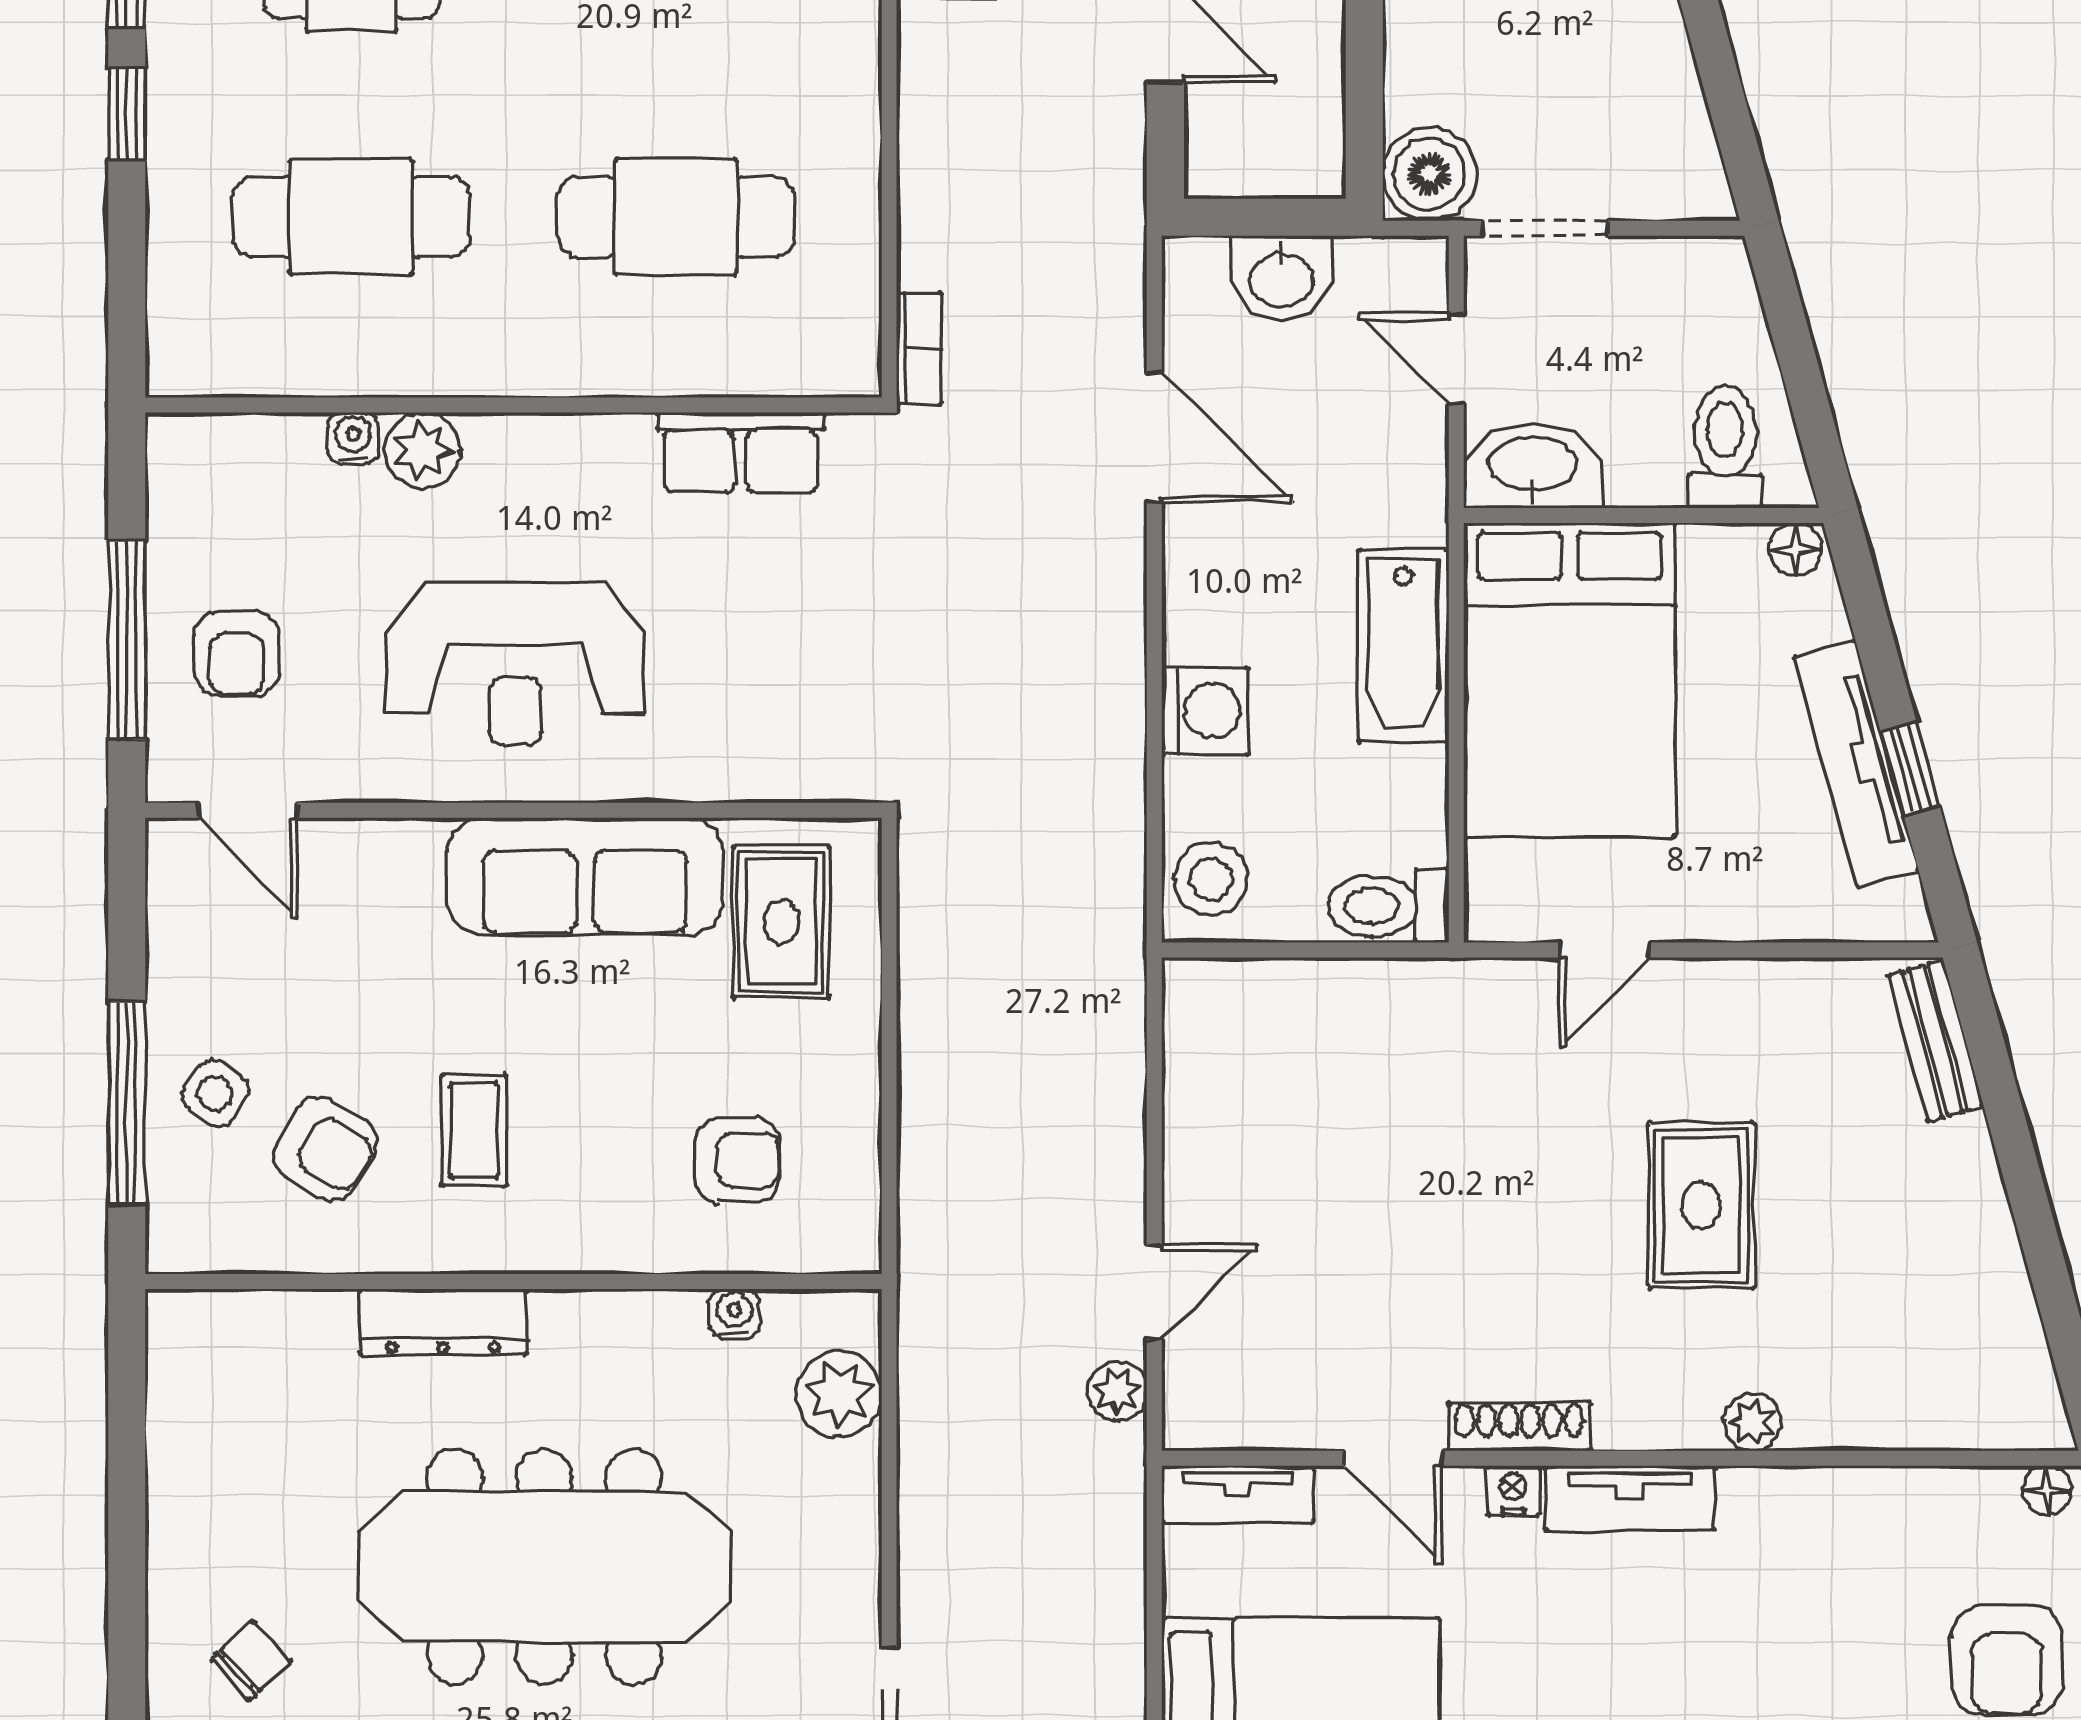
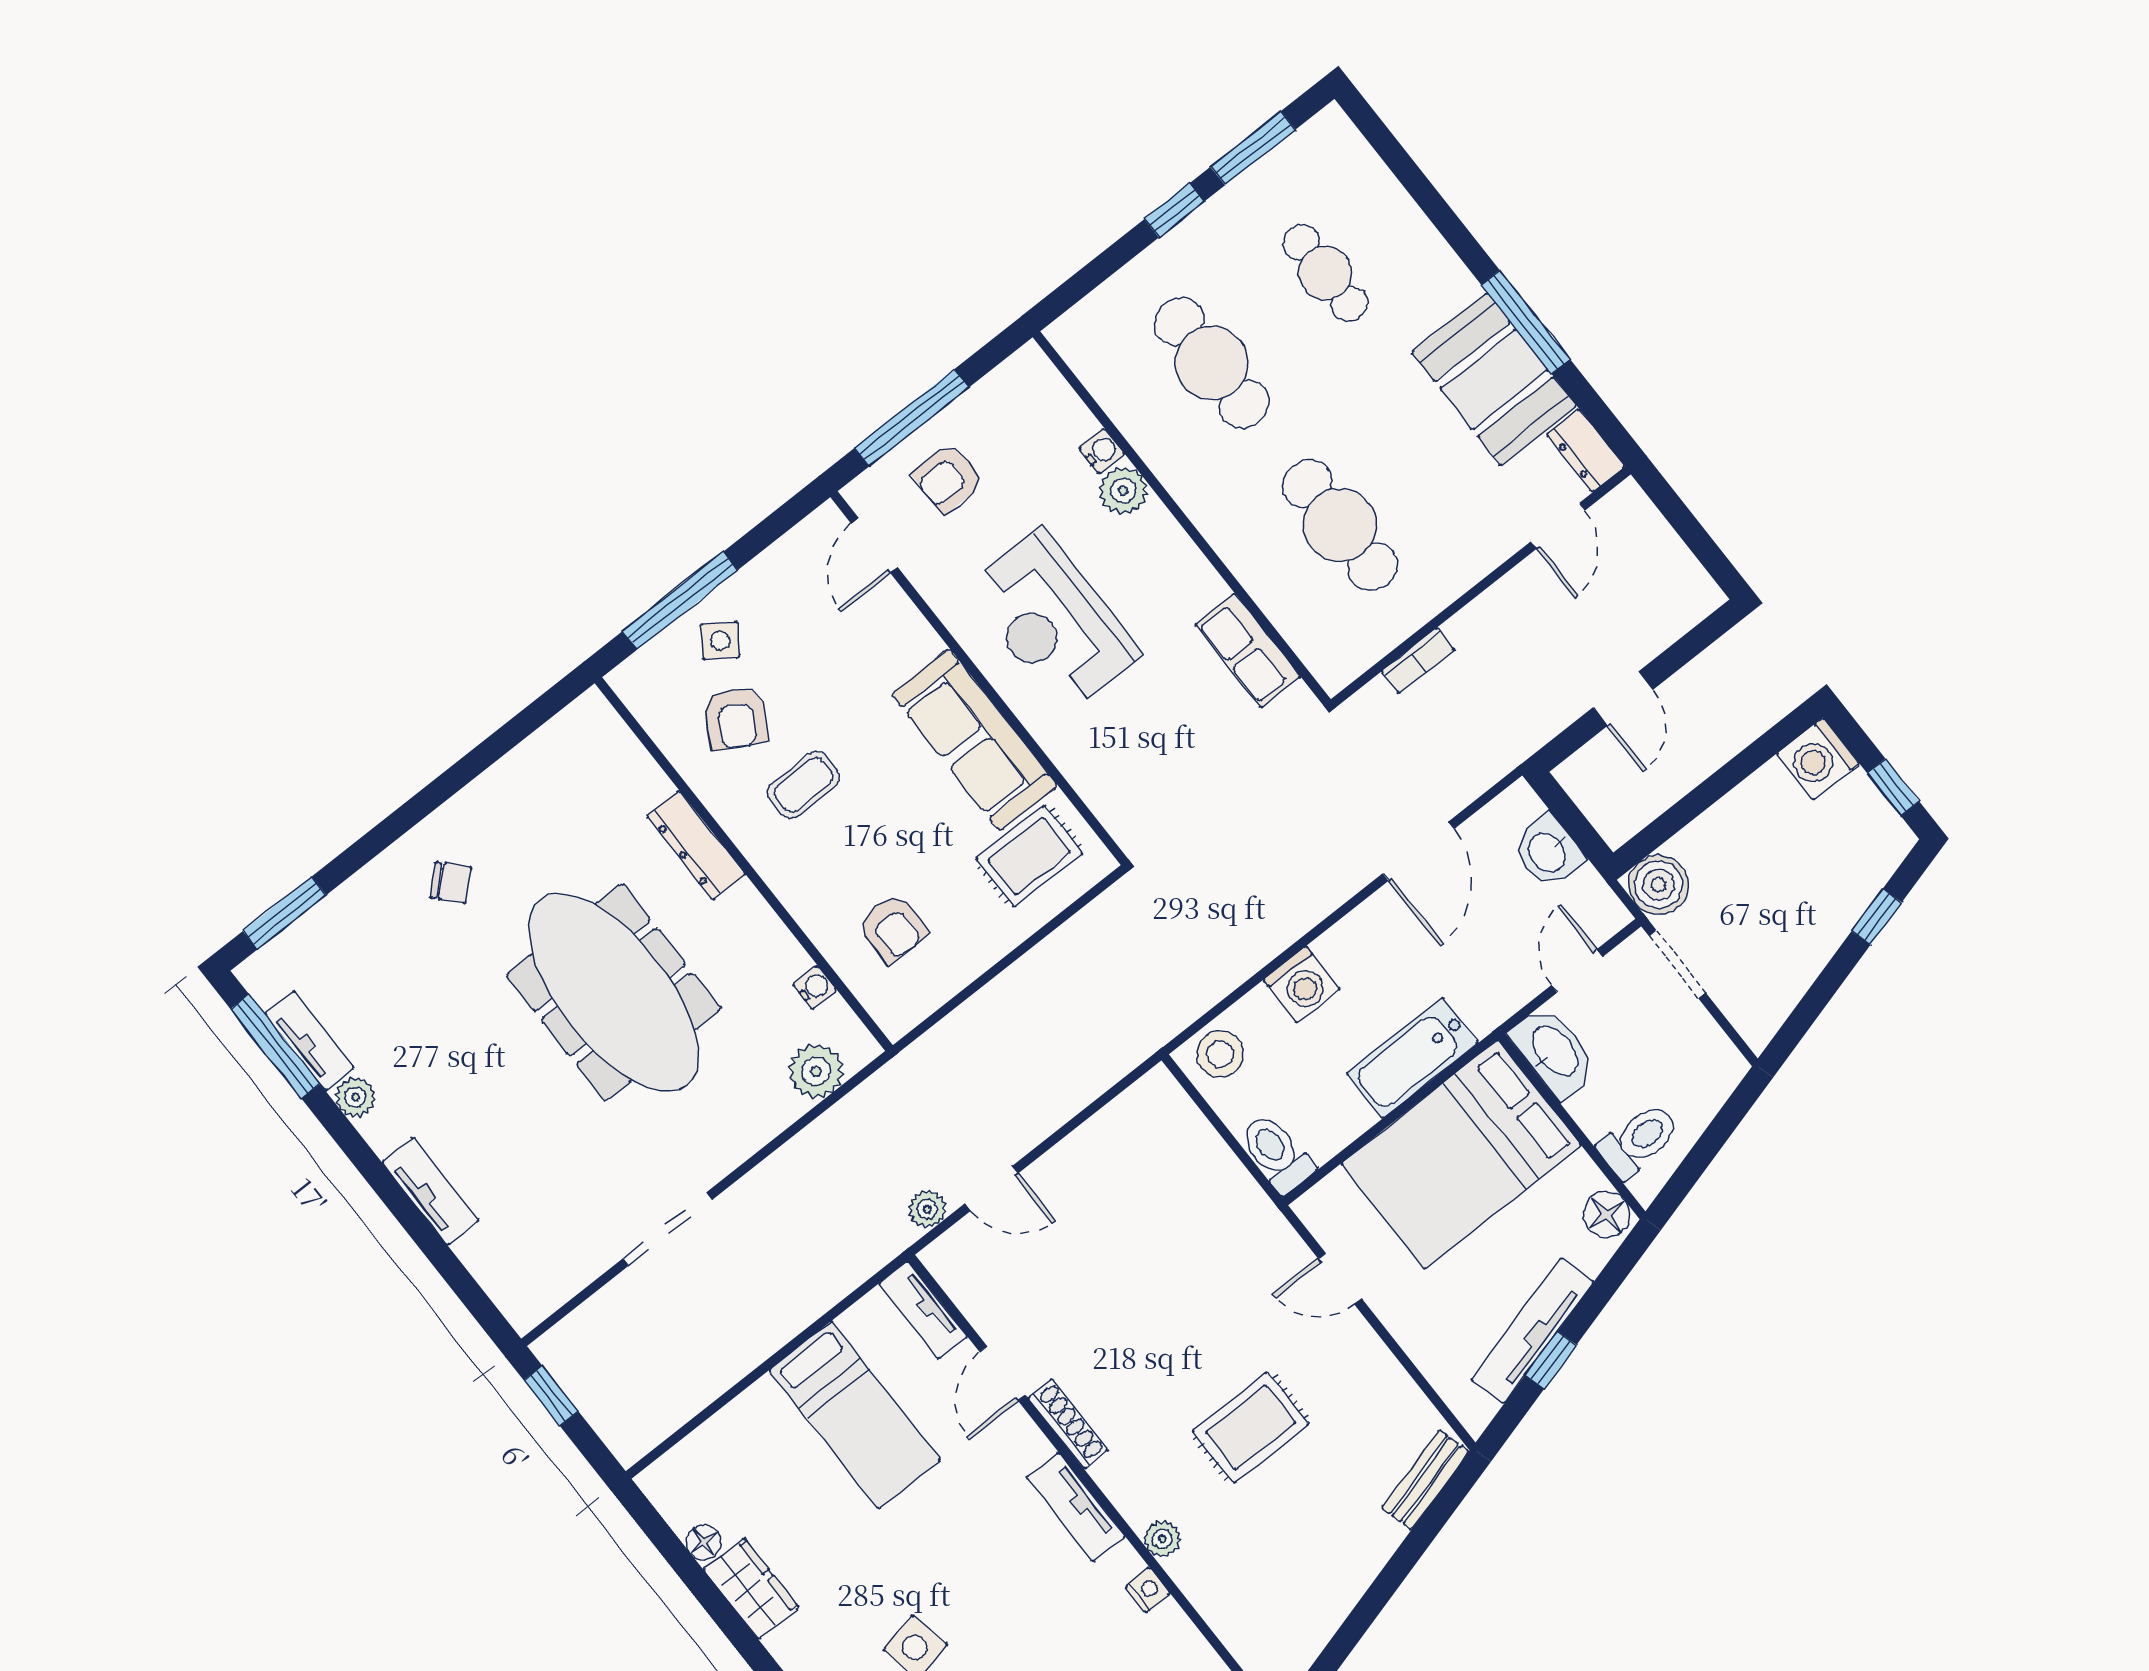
bookcase: (919, 348) -> (1418, 661), moved
floor lamp: (1795, 549) -> (1607, 1215), width x1.37, depth x1.37
nightstand: (1513, 1491) -> (1148, 1590), moved

